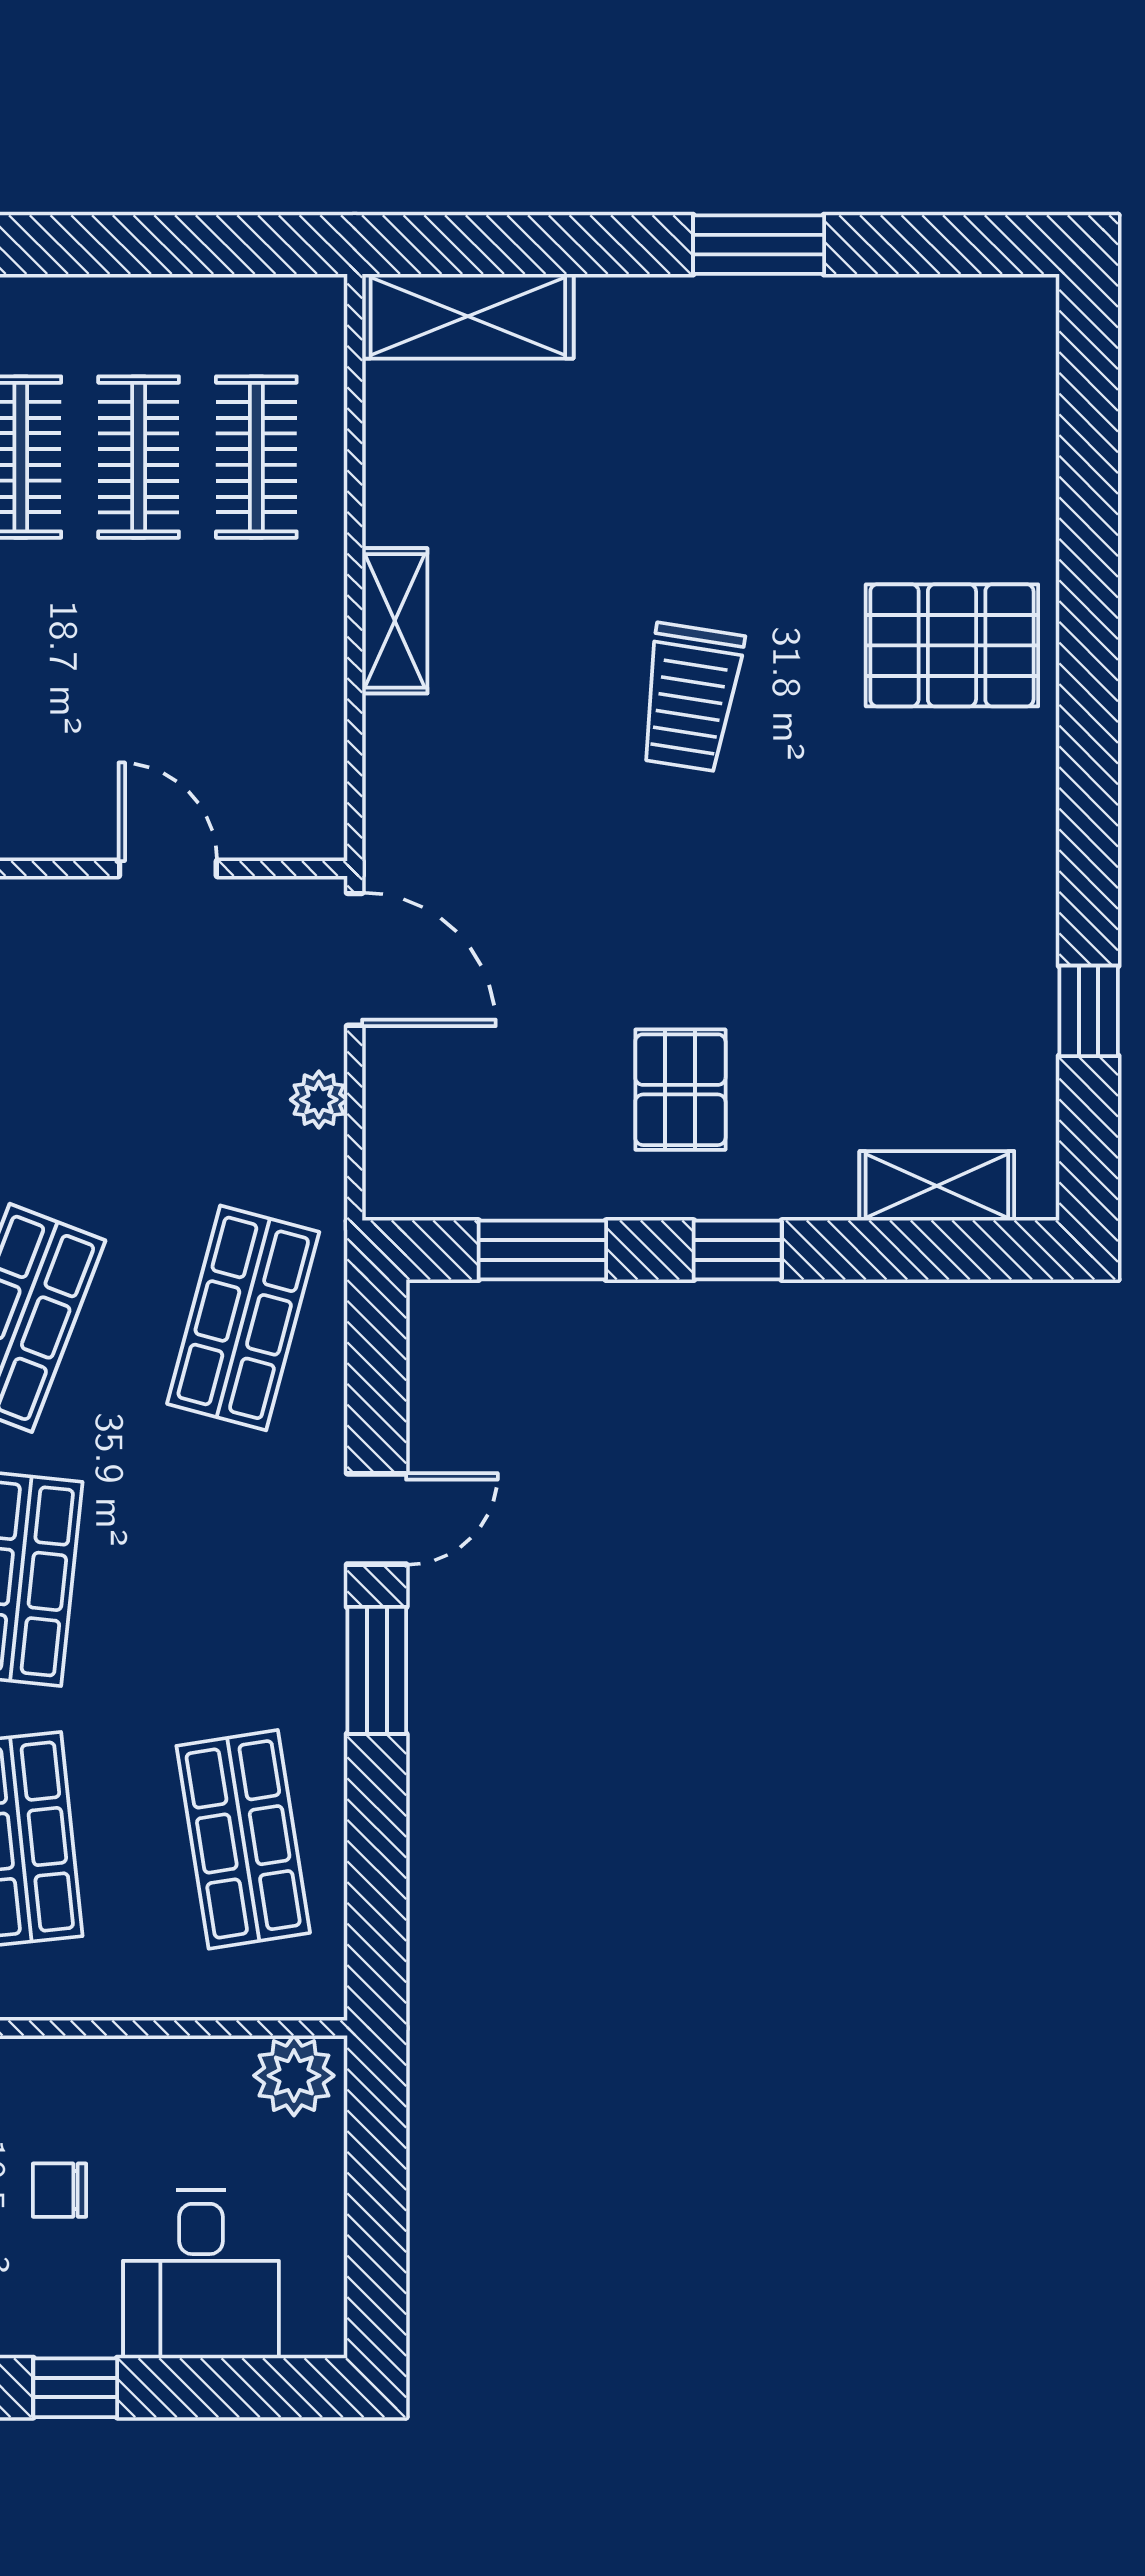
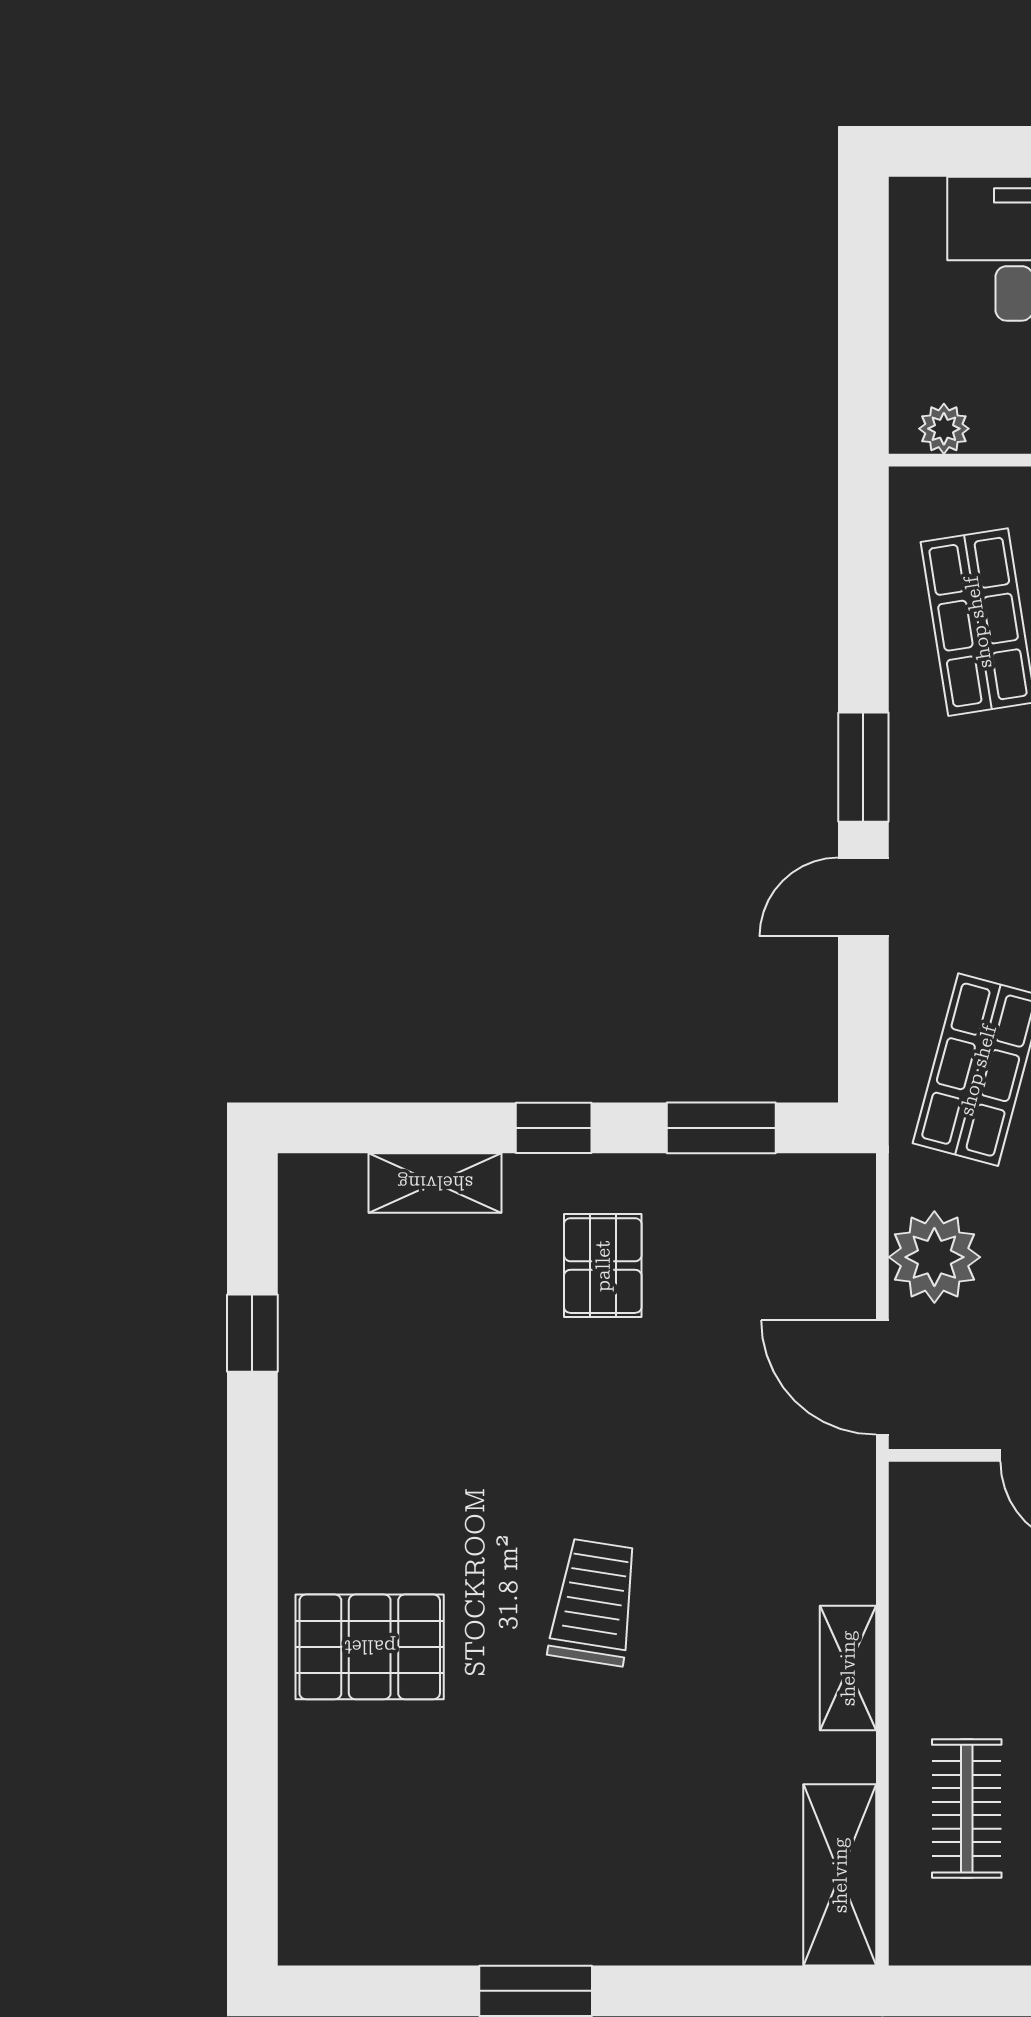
shelving: (468, 316) -> (840, 1875), moved, turned 90
plant: (319, 1100) -> (934, 1257), width x1.88, depth x1.88
shelving: (937, 1186) -> (435, 1183), moved
plant: (294, 2076) -> (944, 429), width x0.73, depth x0.73

